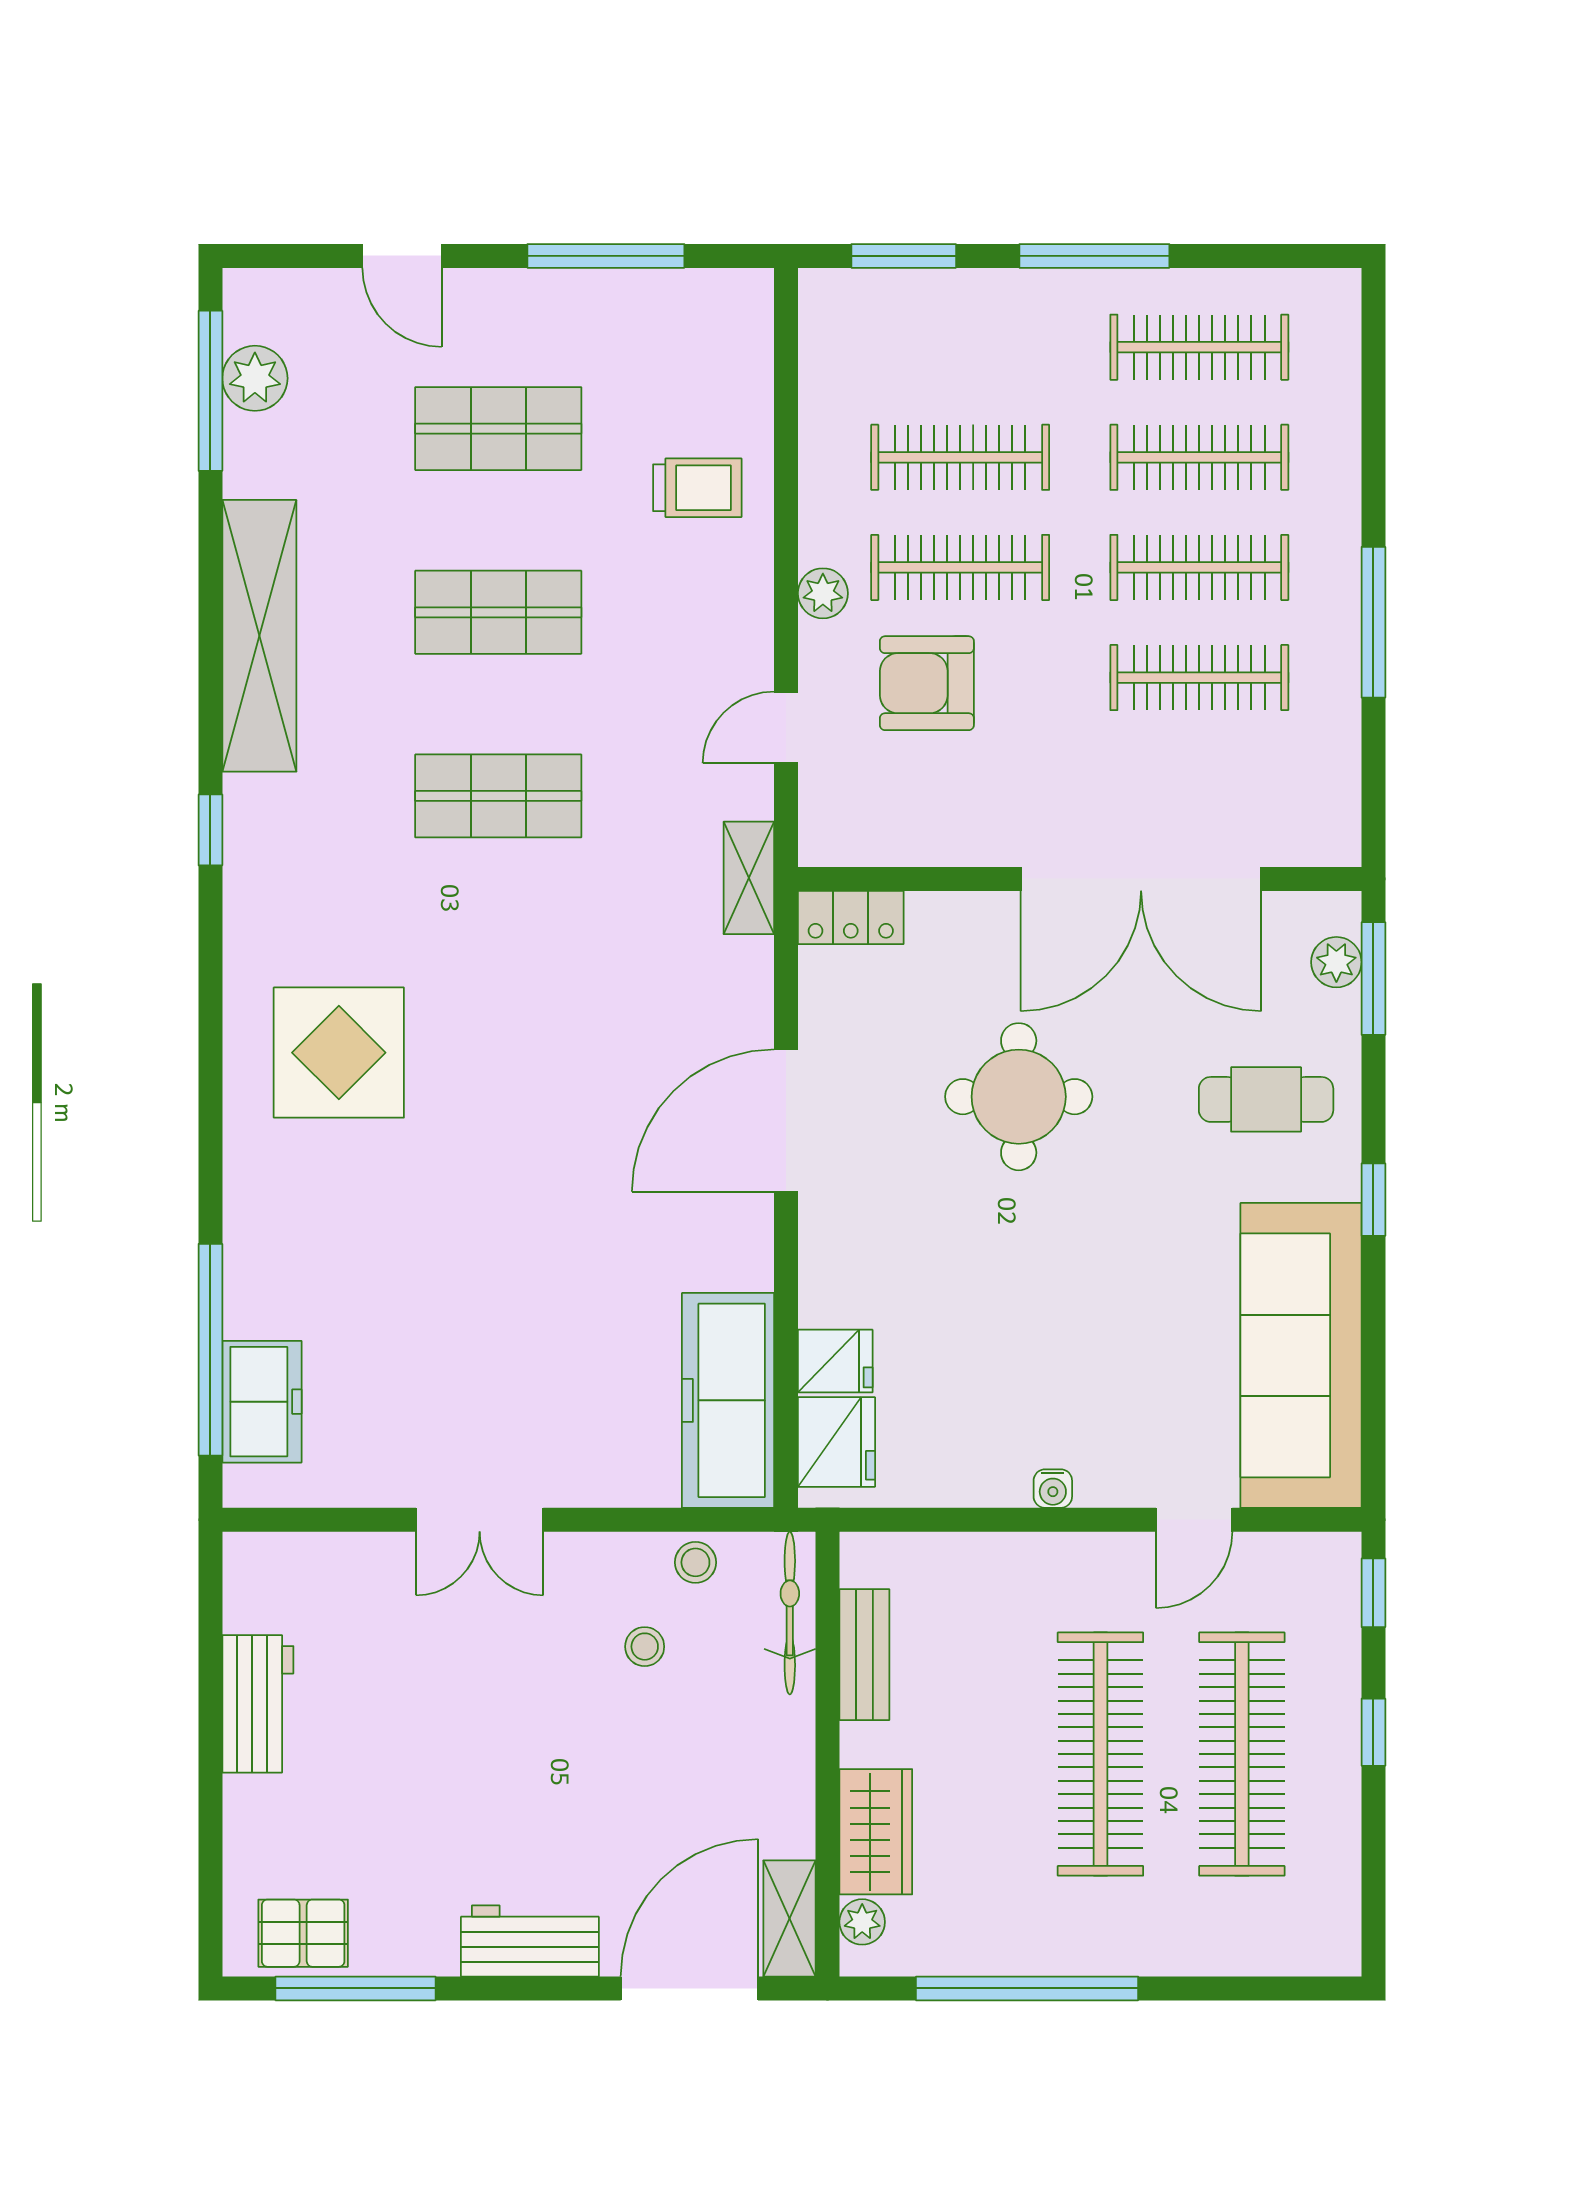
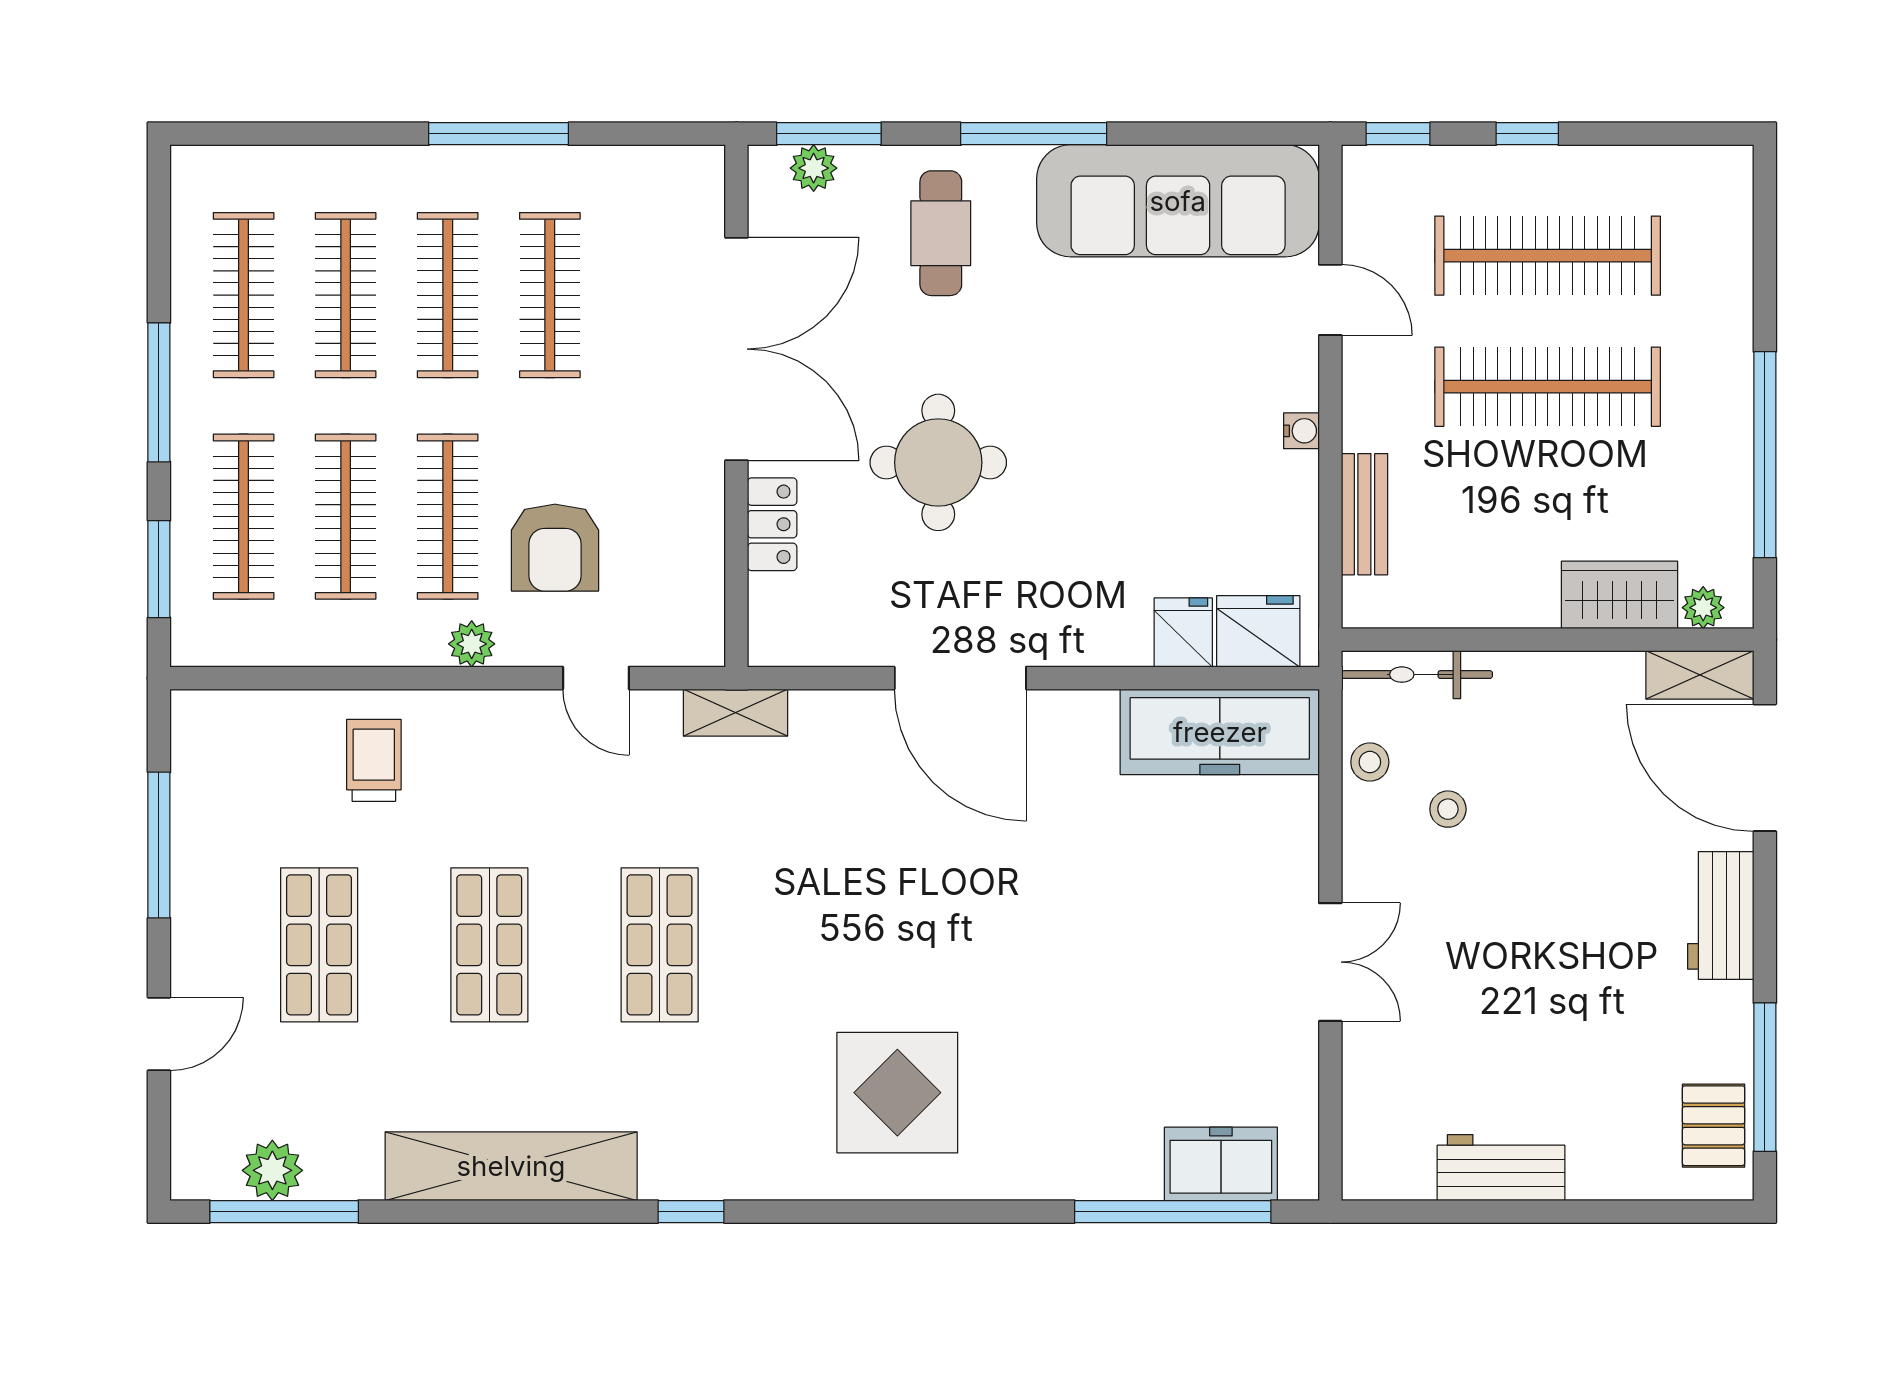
clothes rail: (960, 347) -> (244, 517), added
locker: (851, 917) -> (772, 524), moved
window: (1373, 1200) -> (1034, 134), width x2.17
bench: (864, 1655) -> (1364, 514), moved, turned 90

